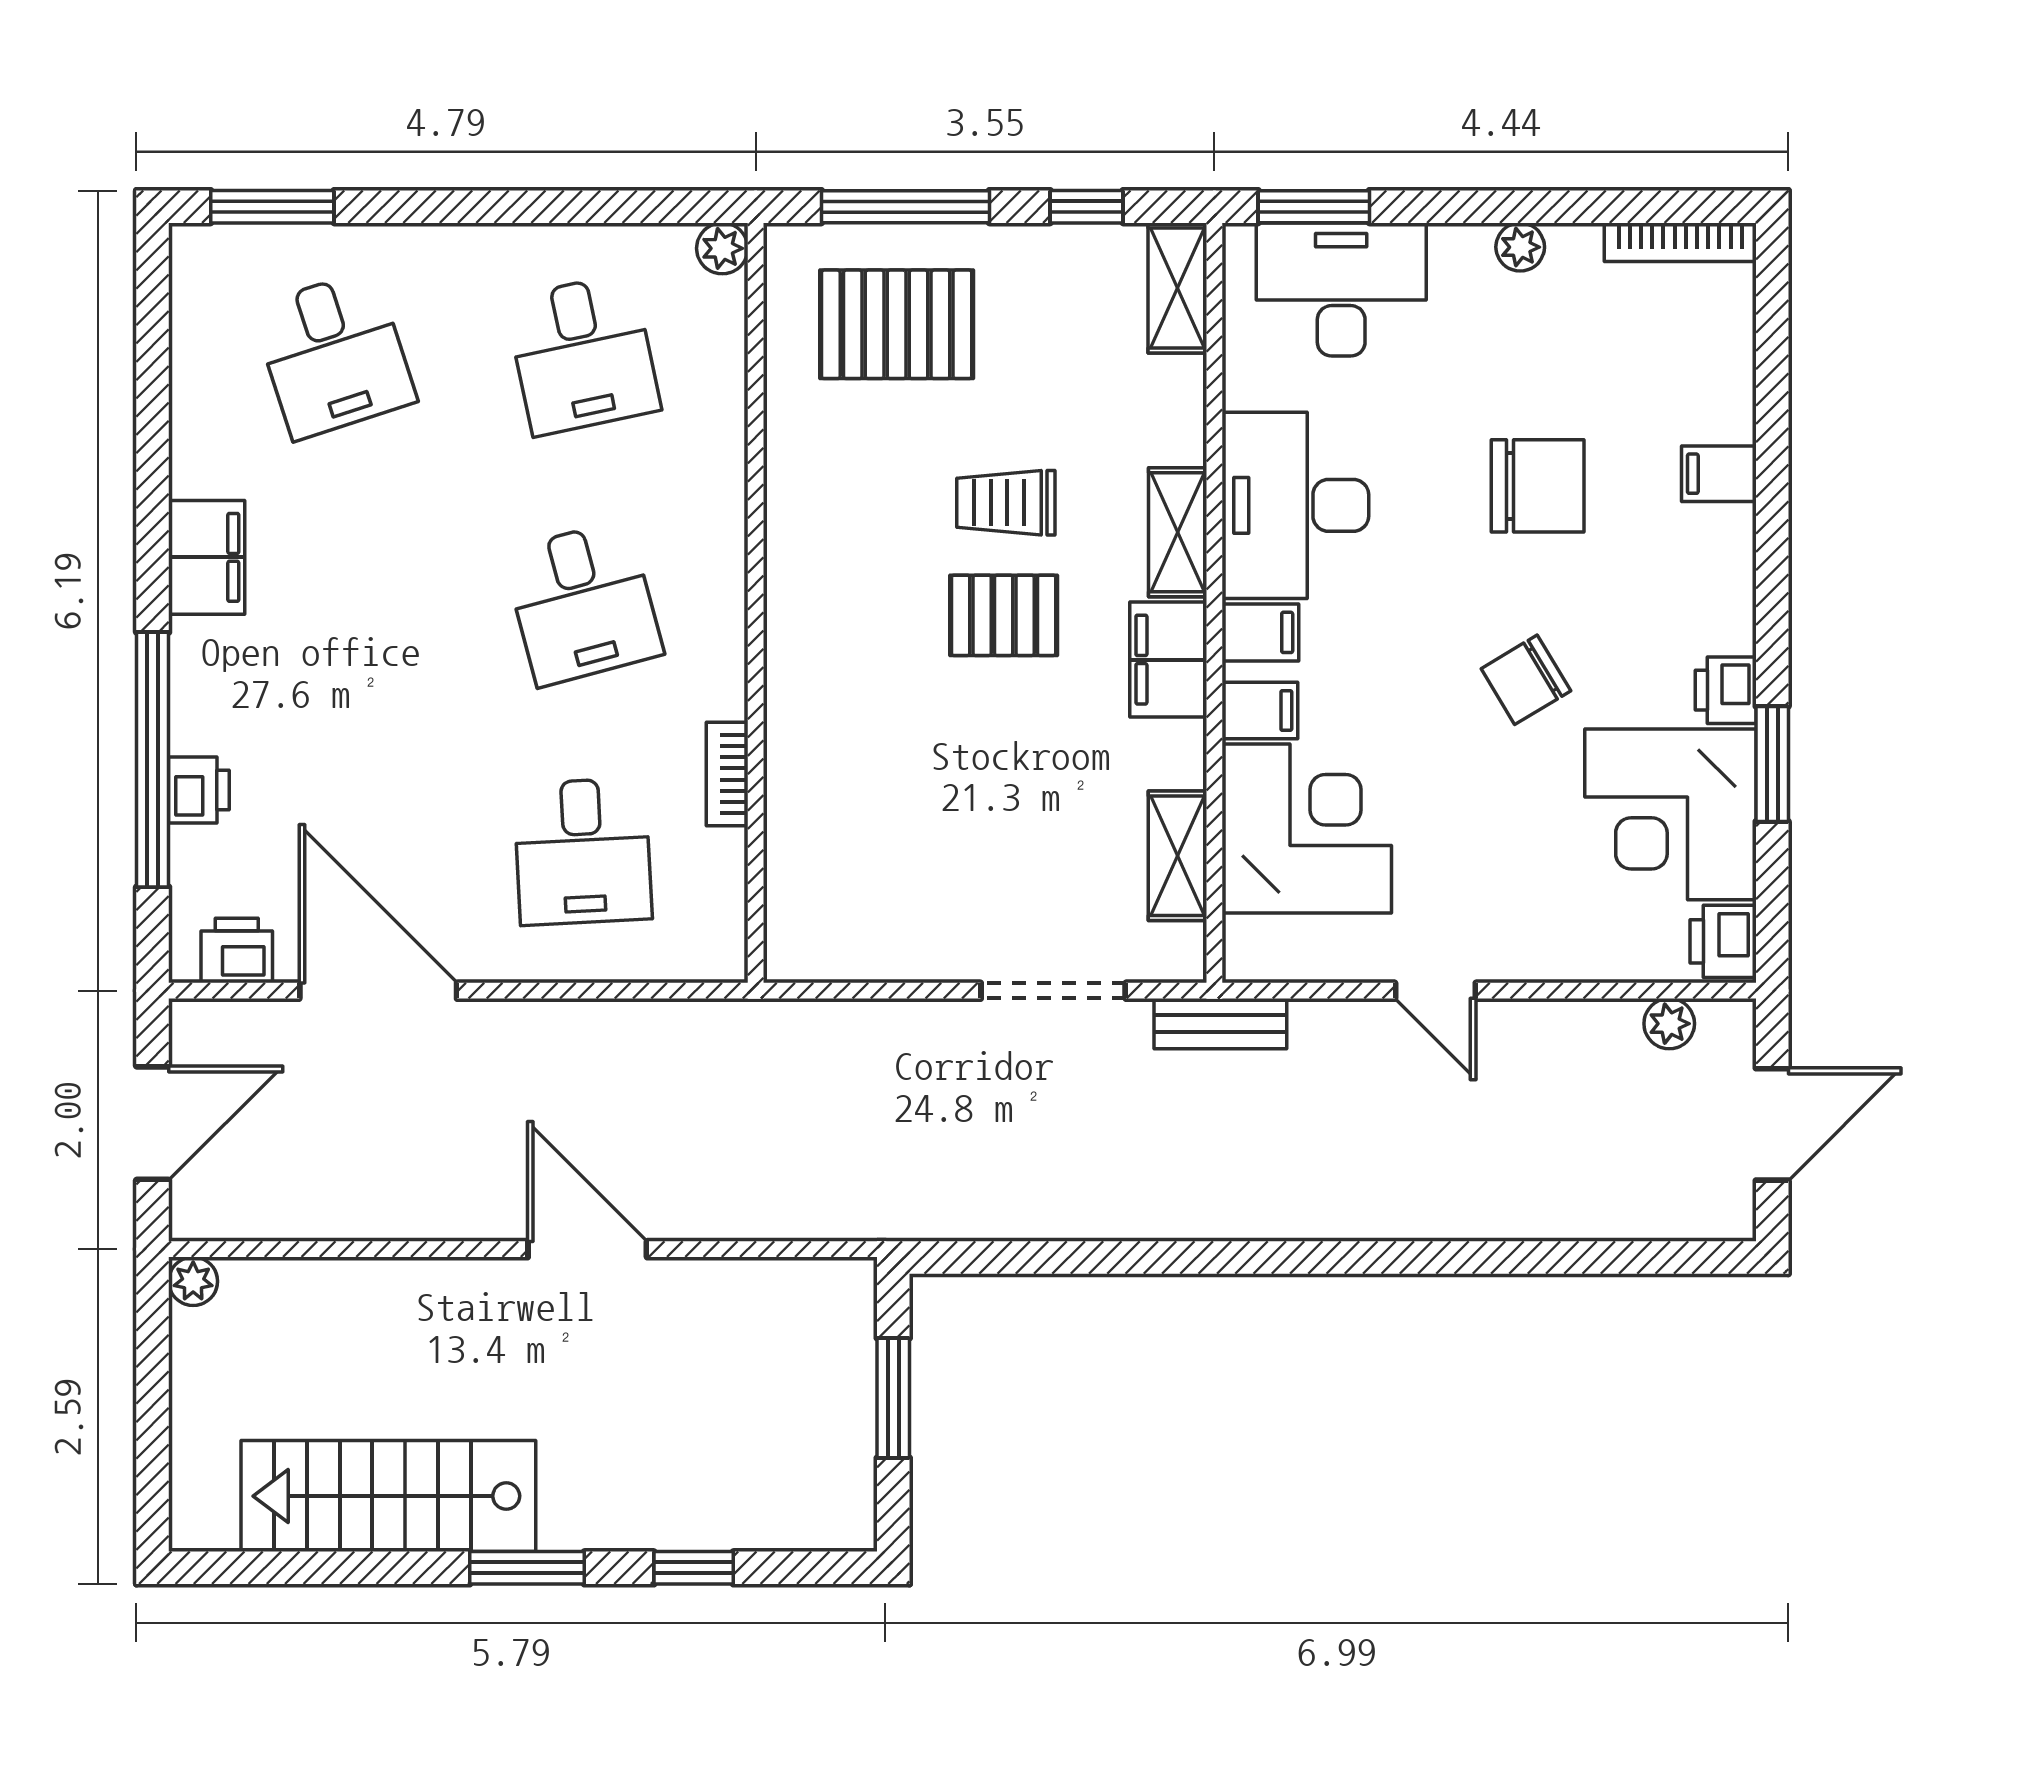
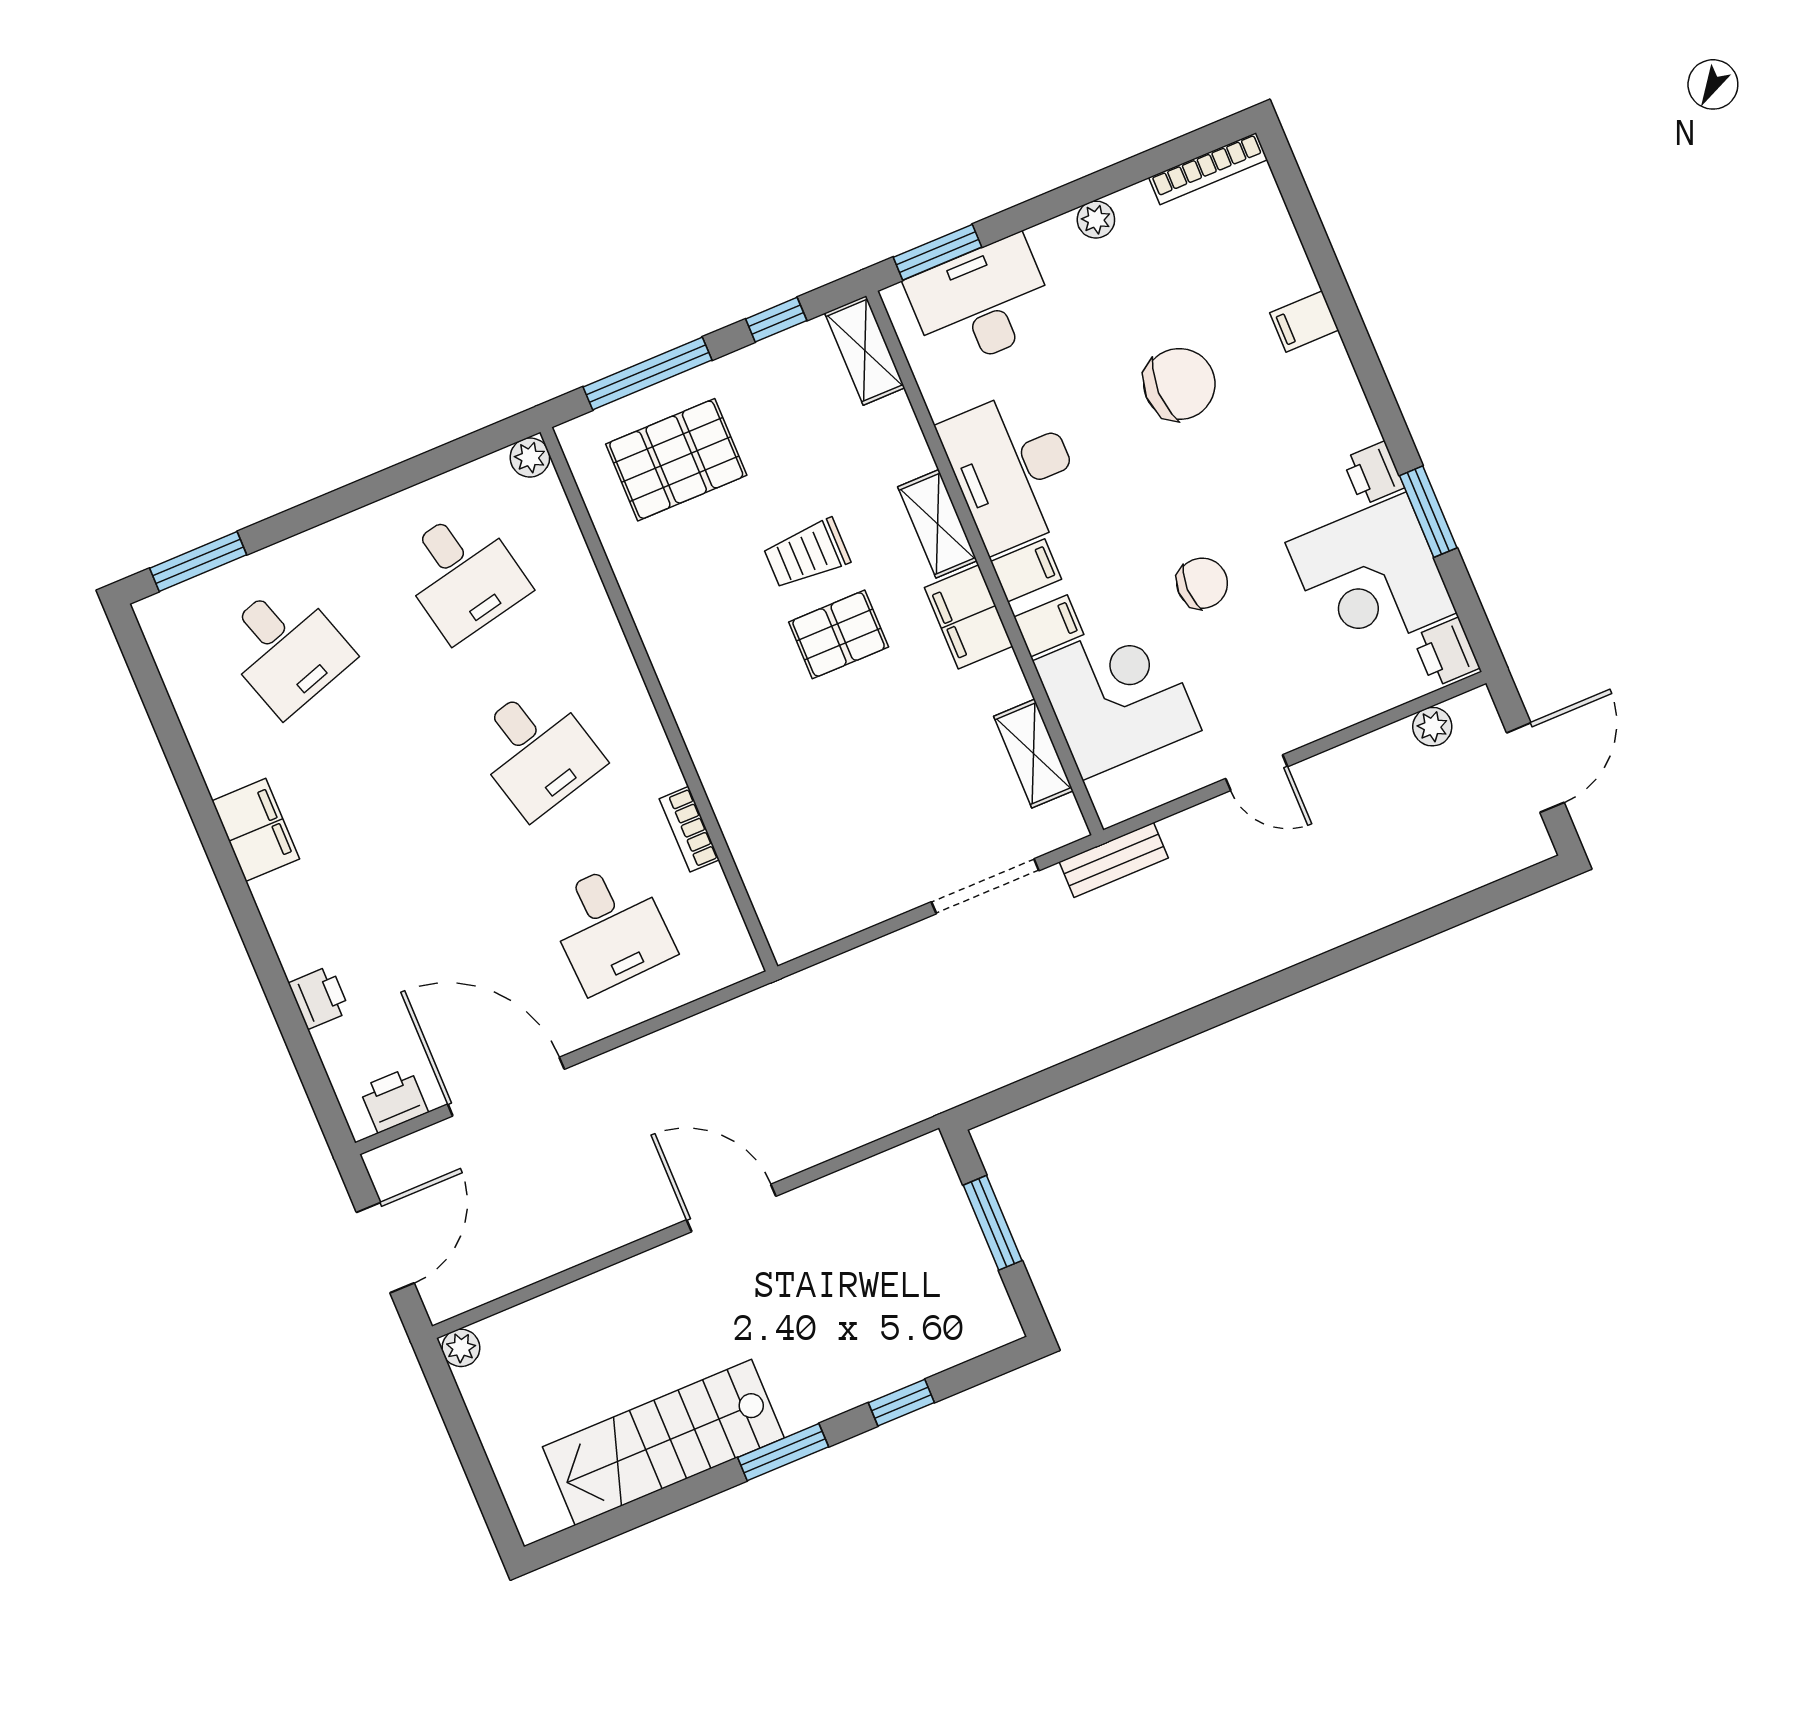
chair: (1526, 680) -> (1202, 583), moved, turned -149
window: (153, 760) -> (277, 990), removed

